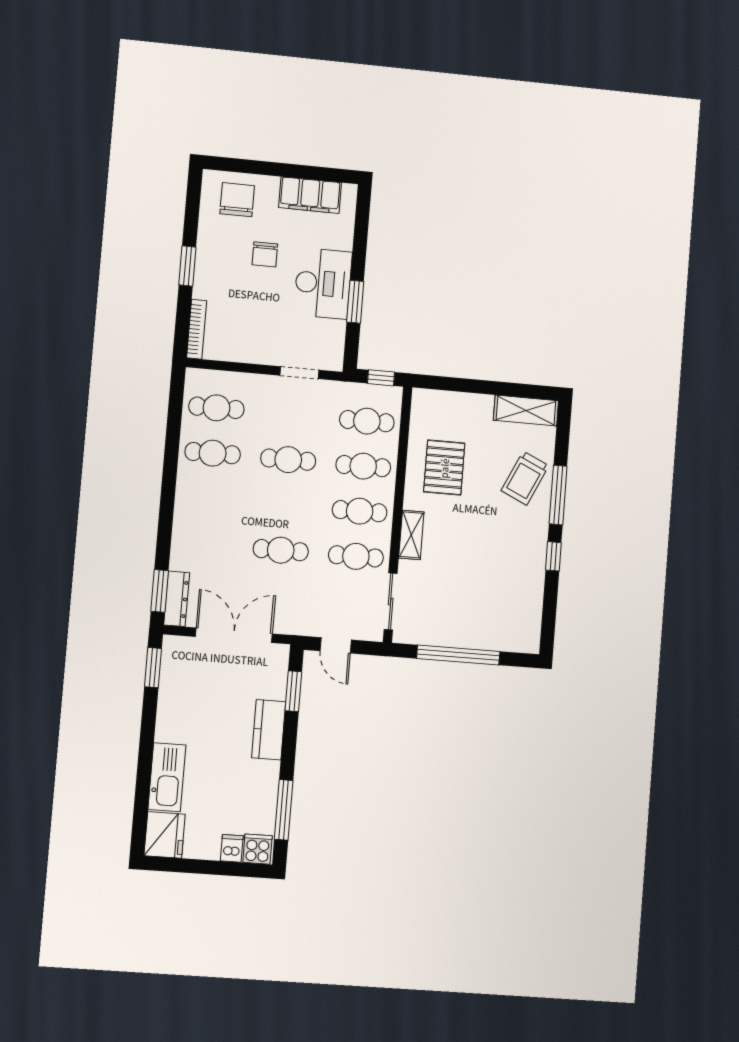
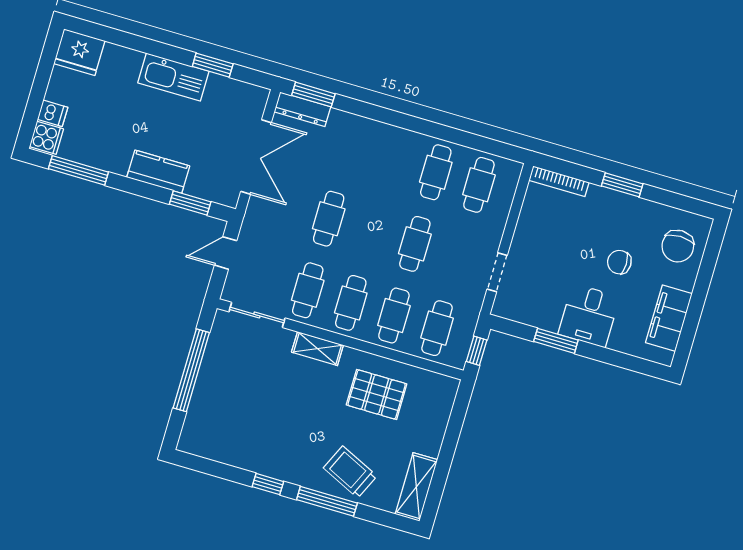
chair: (237, 200) -> (678, 246), turned 90
desk: (323, 283) -> (589, 316), width x0.73
window: (153, 668) -> (213, 65), moved
kitchen sink: (167, 777) -> (173, 77), moved

